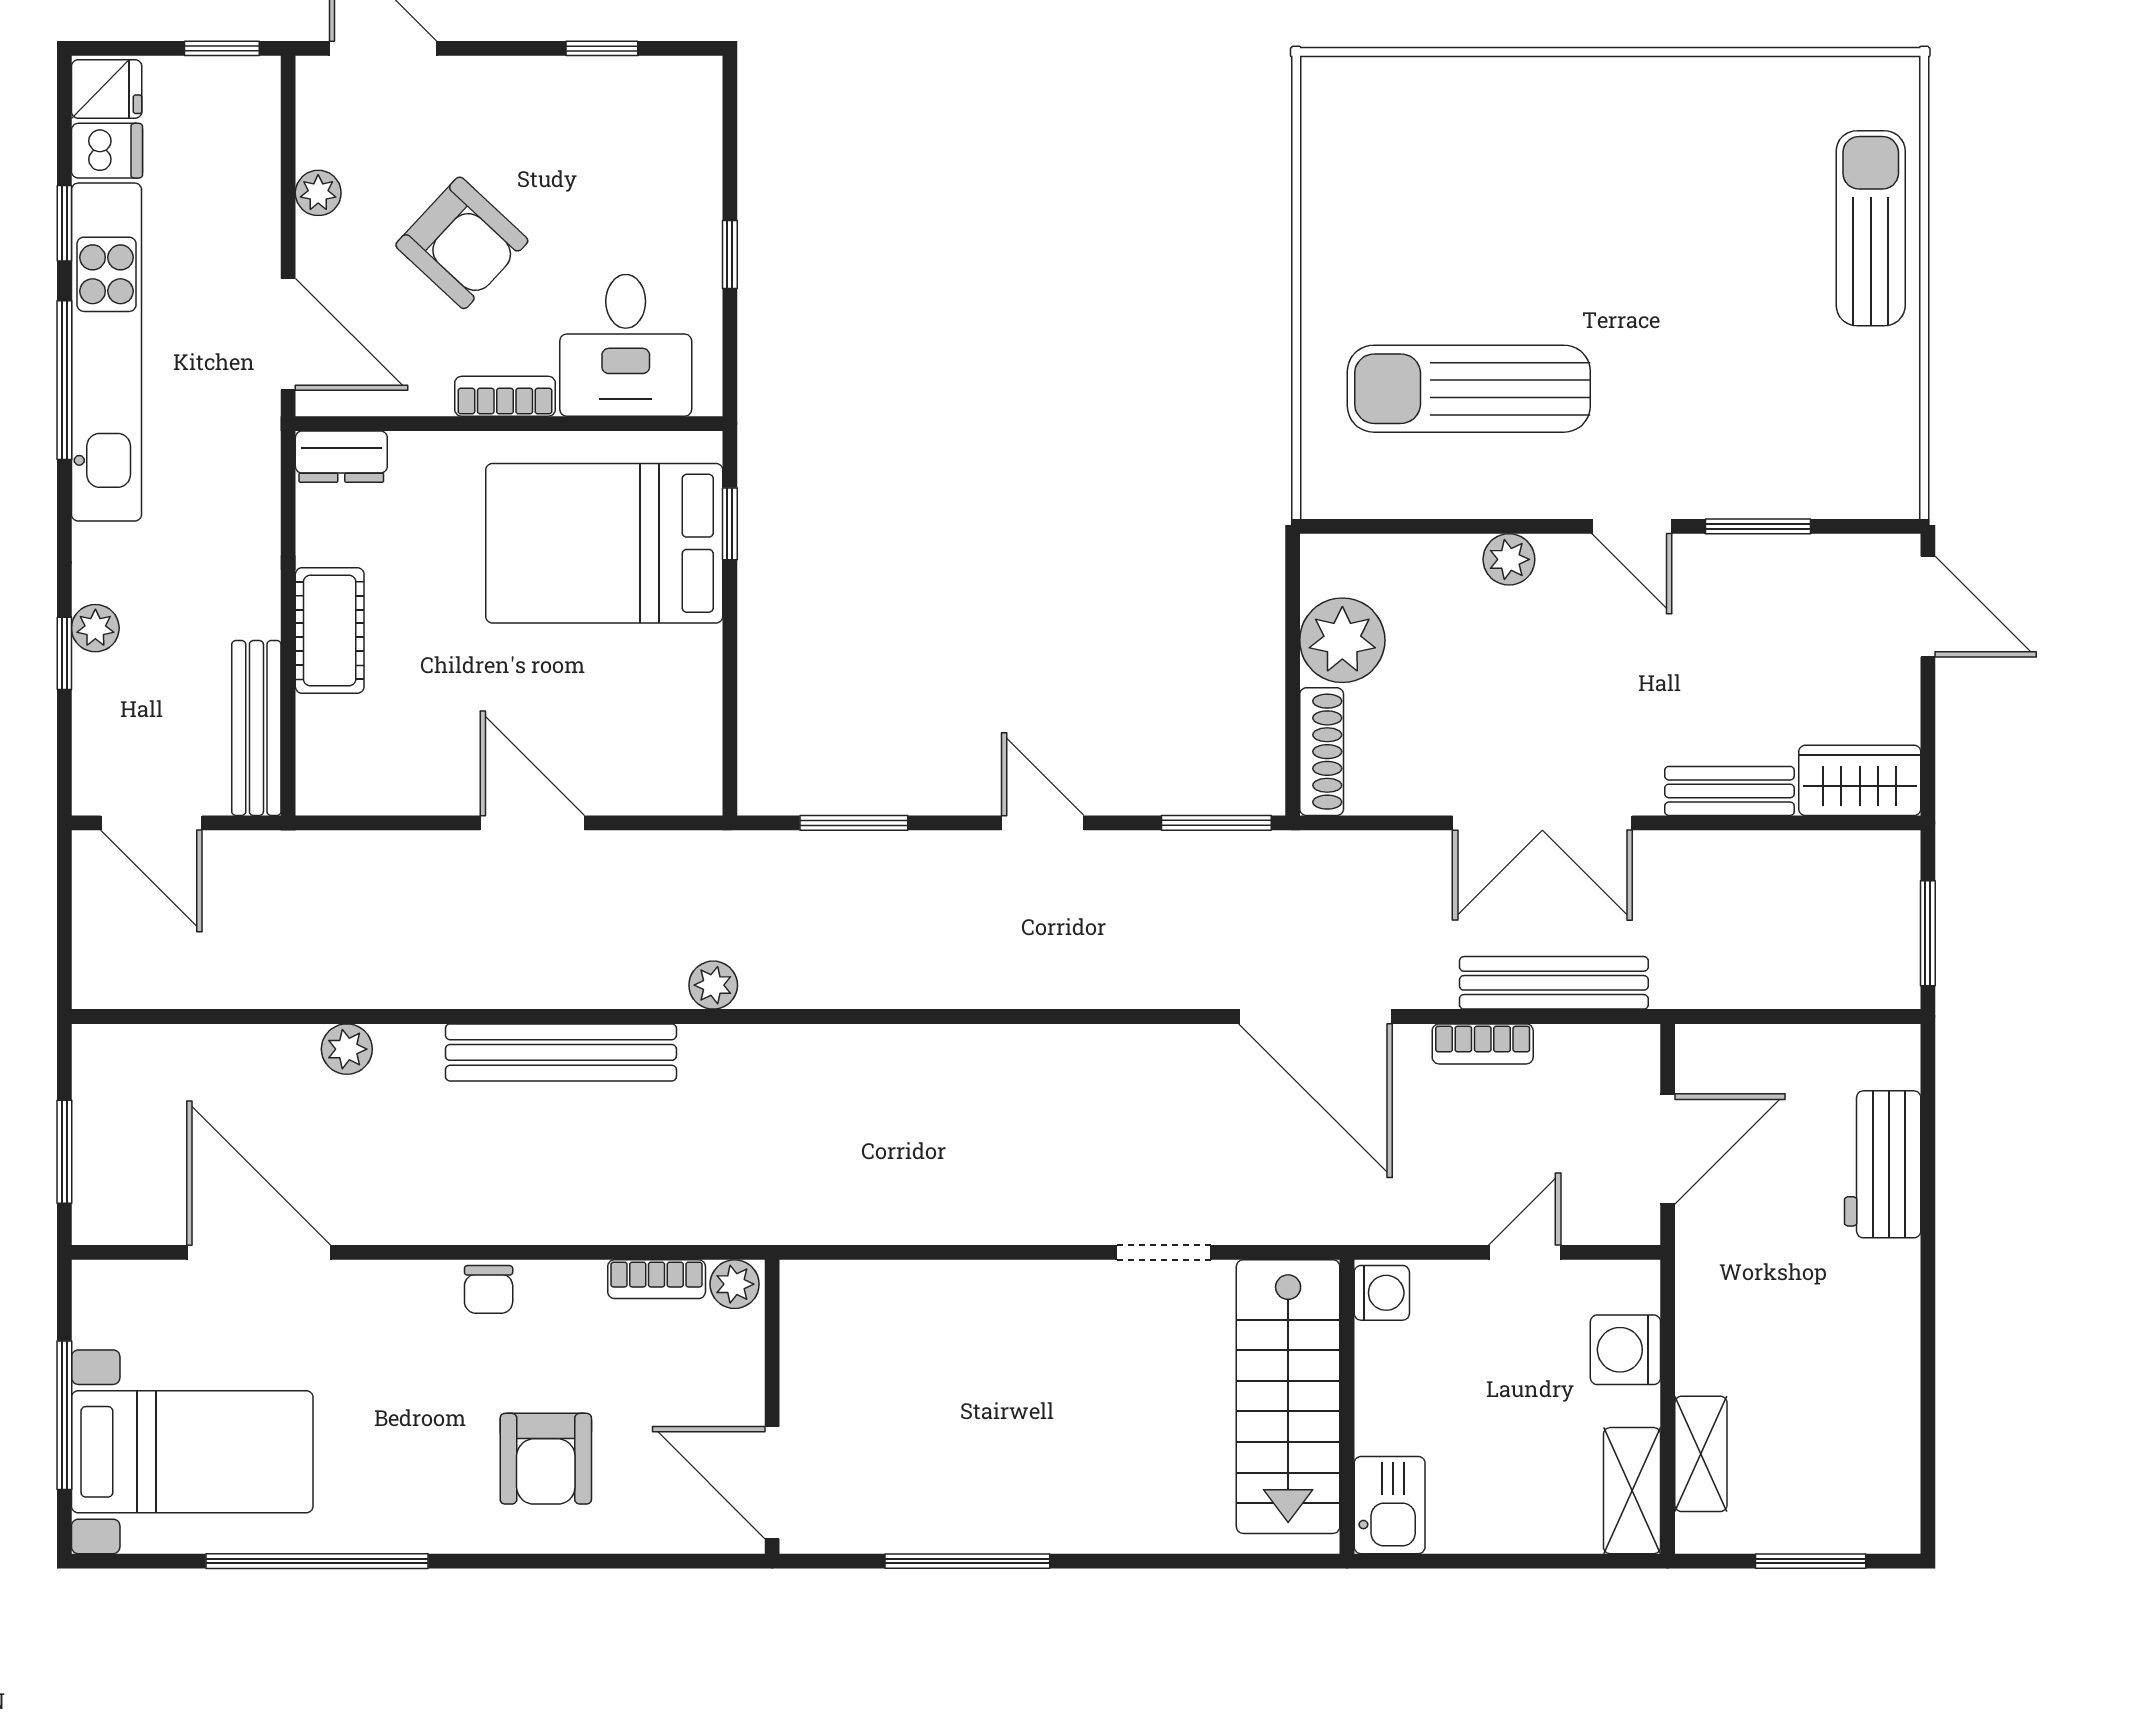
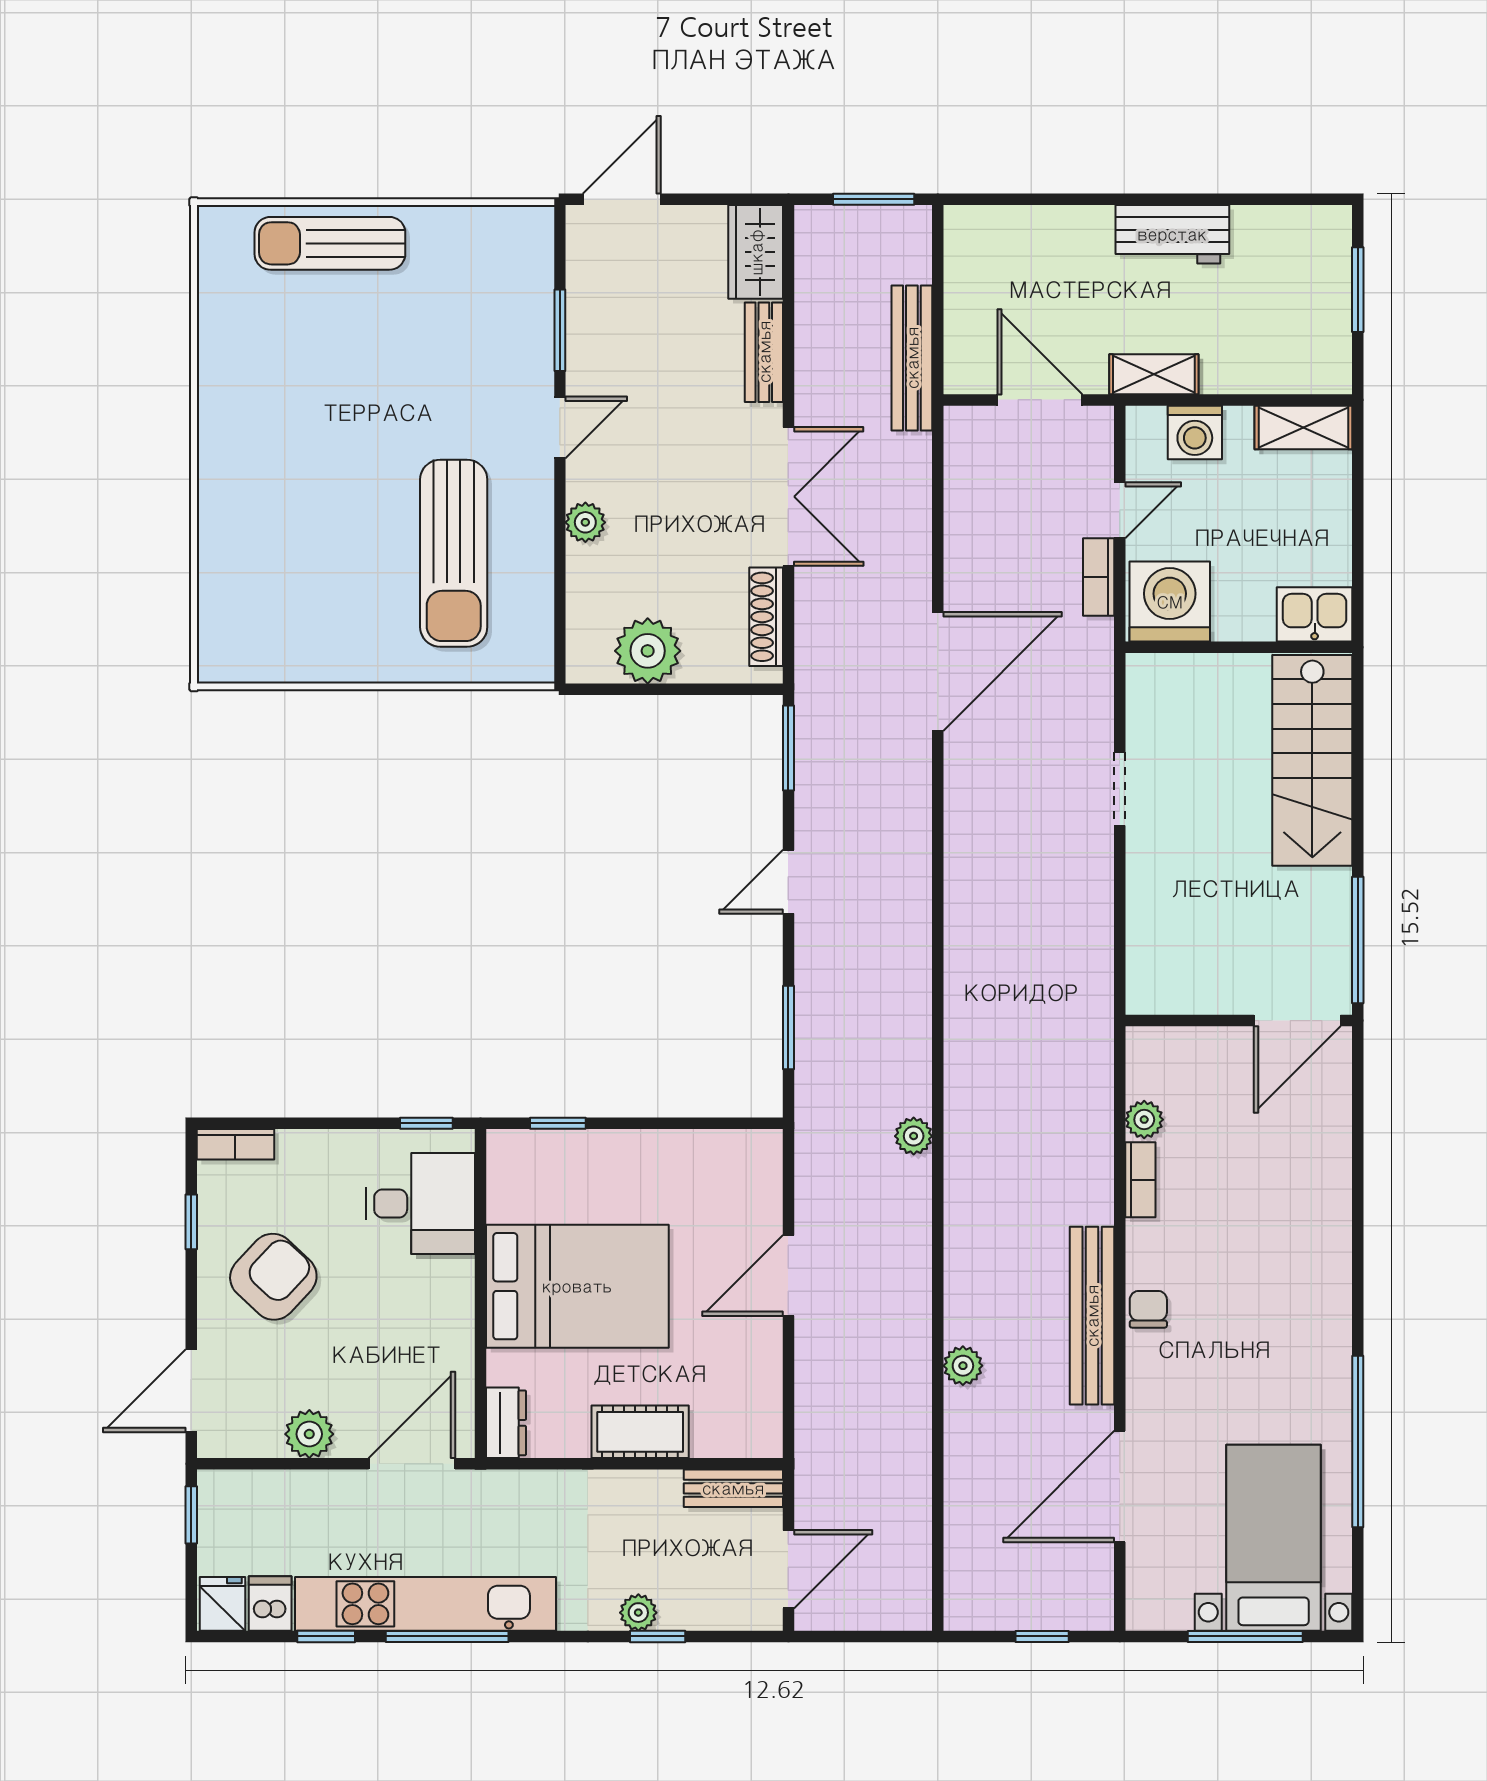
plant: (318, 193) -> (309, 1434), width x1.38, depth x1.38
armchair: (462, 243) -> (273, 1277), moved
window: (730, 254) -> (426, 1123), moved
bookcase: (505, 396) -> (235, 1144), moved, turned -90
bed: (604, 543) -> (577, 1286), moved, turned -90
bench: (256, 728) -> (733, 1488), width x0.73
shoe rack: (1322, 752) -> (766, 617), moved, turned -90
bench: (1554, 983) -> (912, 358), moved
bookcase: (1483, 1044) -> (1099, 577), moved, turned 180
plant: (347, 1049) -> (963, 1366), moved
bench: (561, 1052) -> (1092, 1316), moved
window: (64, 1152) -> (1042, 1636), width x0.67
workbench: (1883, 1164) -> (1172, 234), moved
door: (1525, 1252) -> (1120, 510), swing flipped
chair: (489, 1289) -> (1148, 1309), turned -90
washing machine: (1382, 1293) -> (1170, 602), width x1.89, depth x1.89
stairs: (1288, 1397) -> (1312, 760), moved, turned 90
wall: (772, 1407) -> (1239, 1021), moved
shelving: (1701, 1454) -> (1154, 374), moved
armchair: (546, 1459) -> (1279, 1265), removed
door: (772, 1483) -> (1297, 1021), moved

